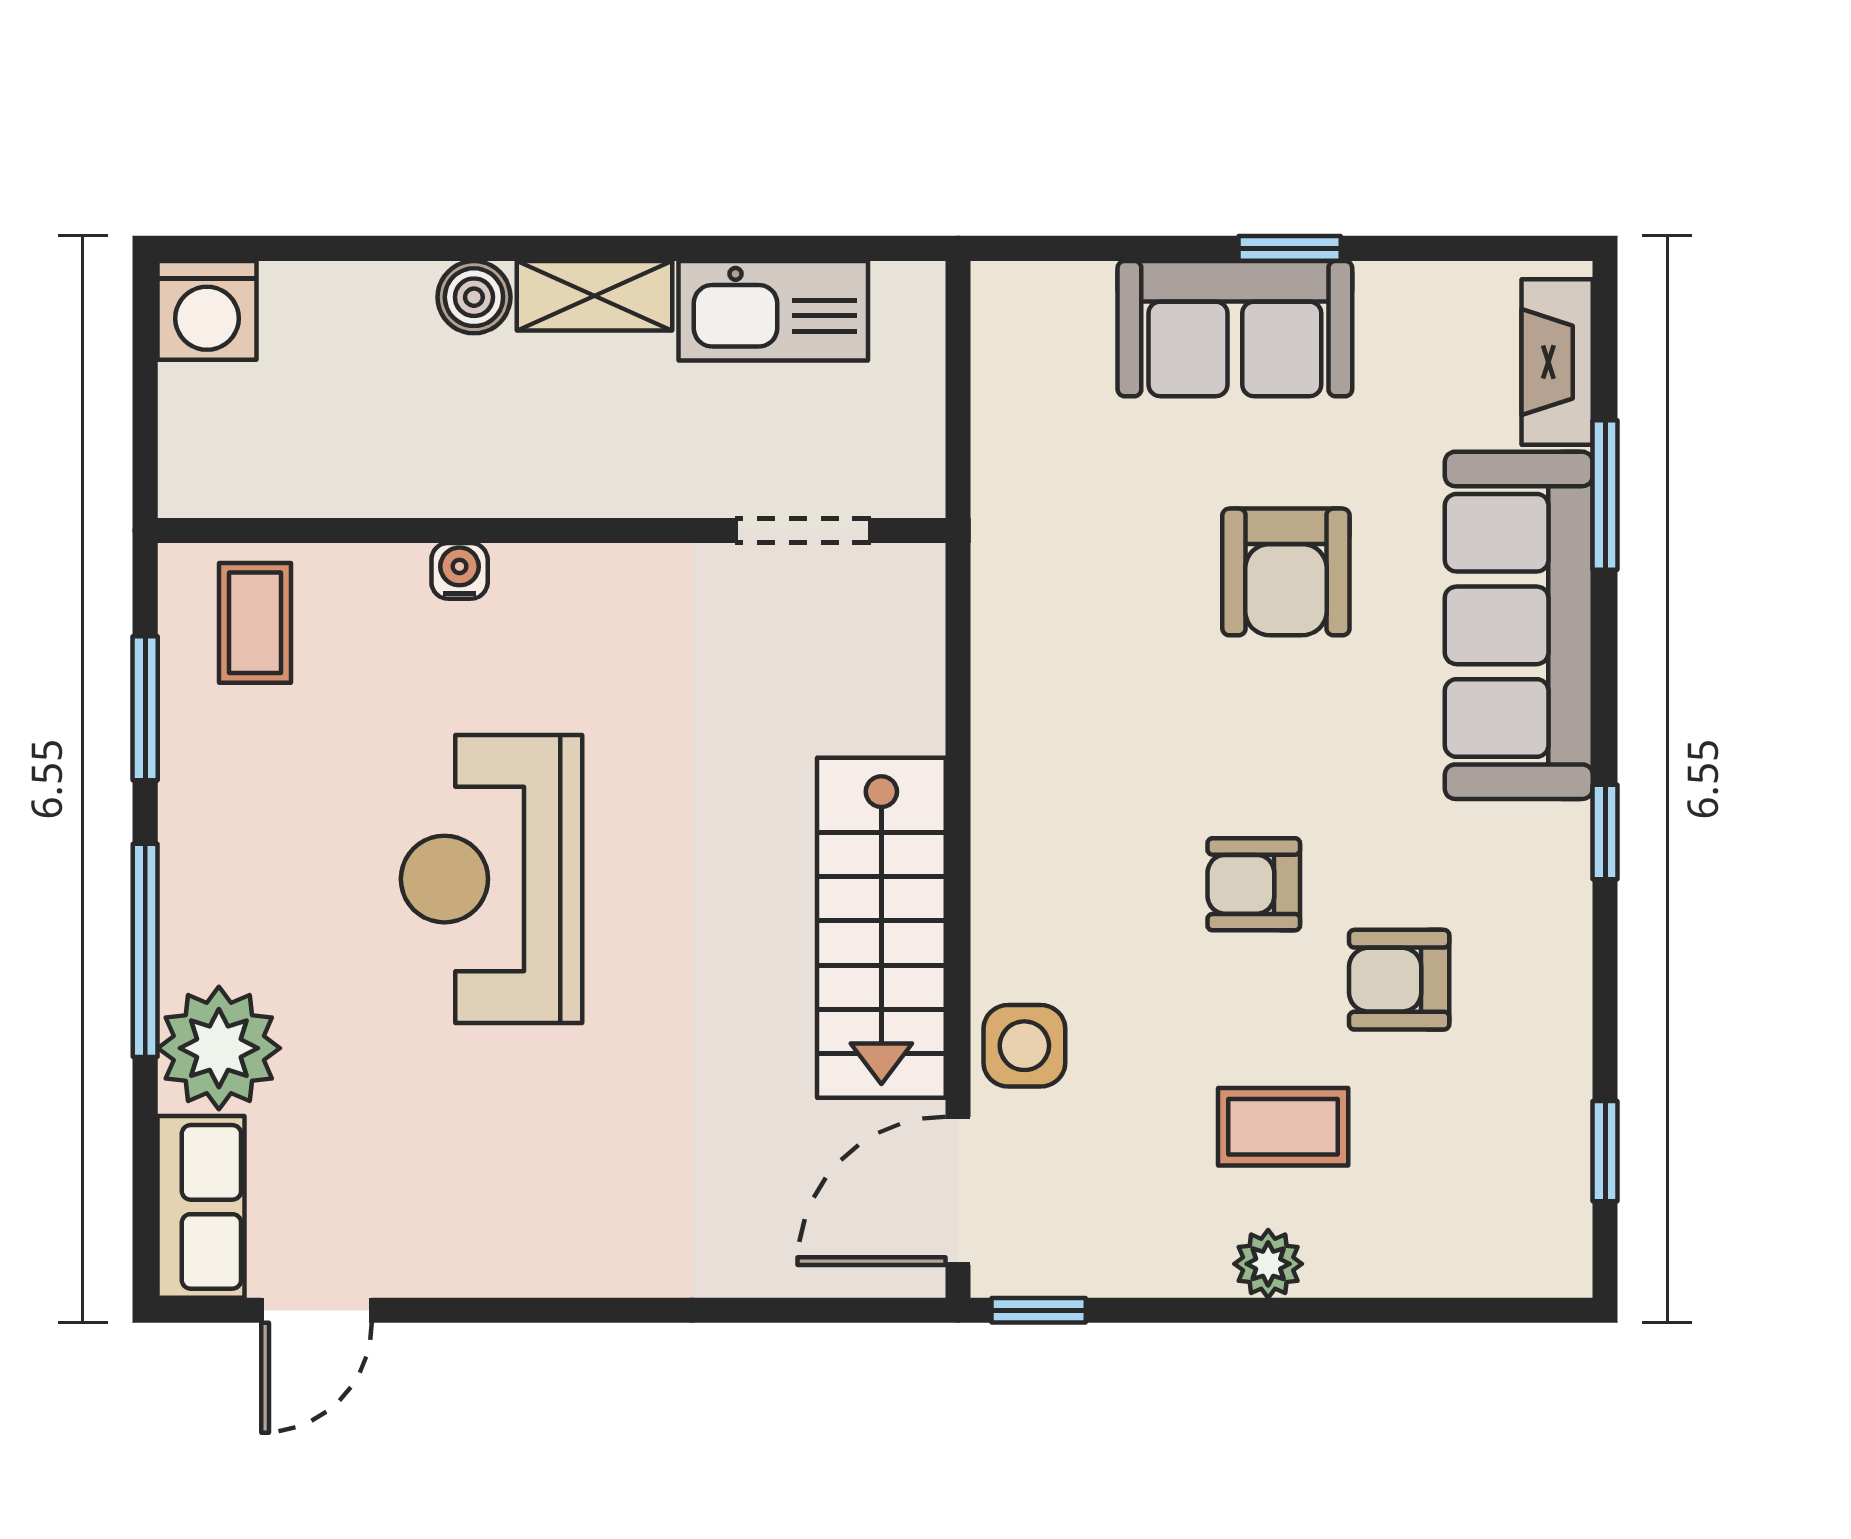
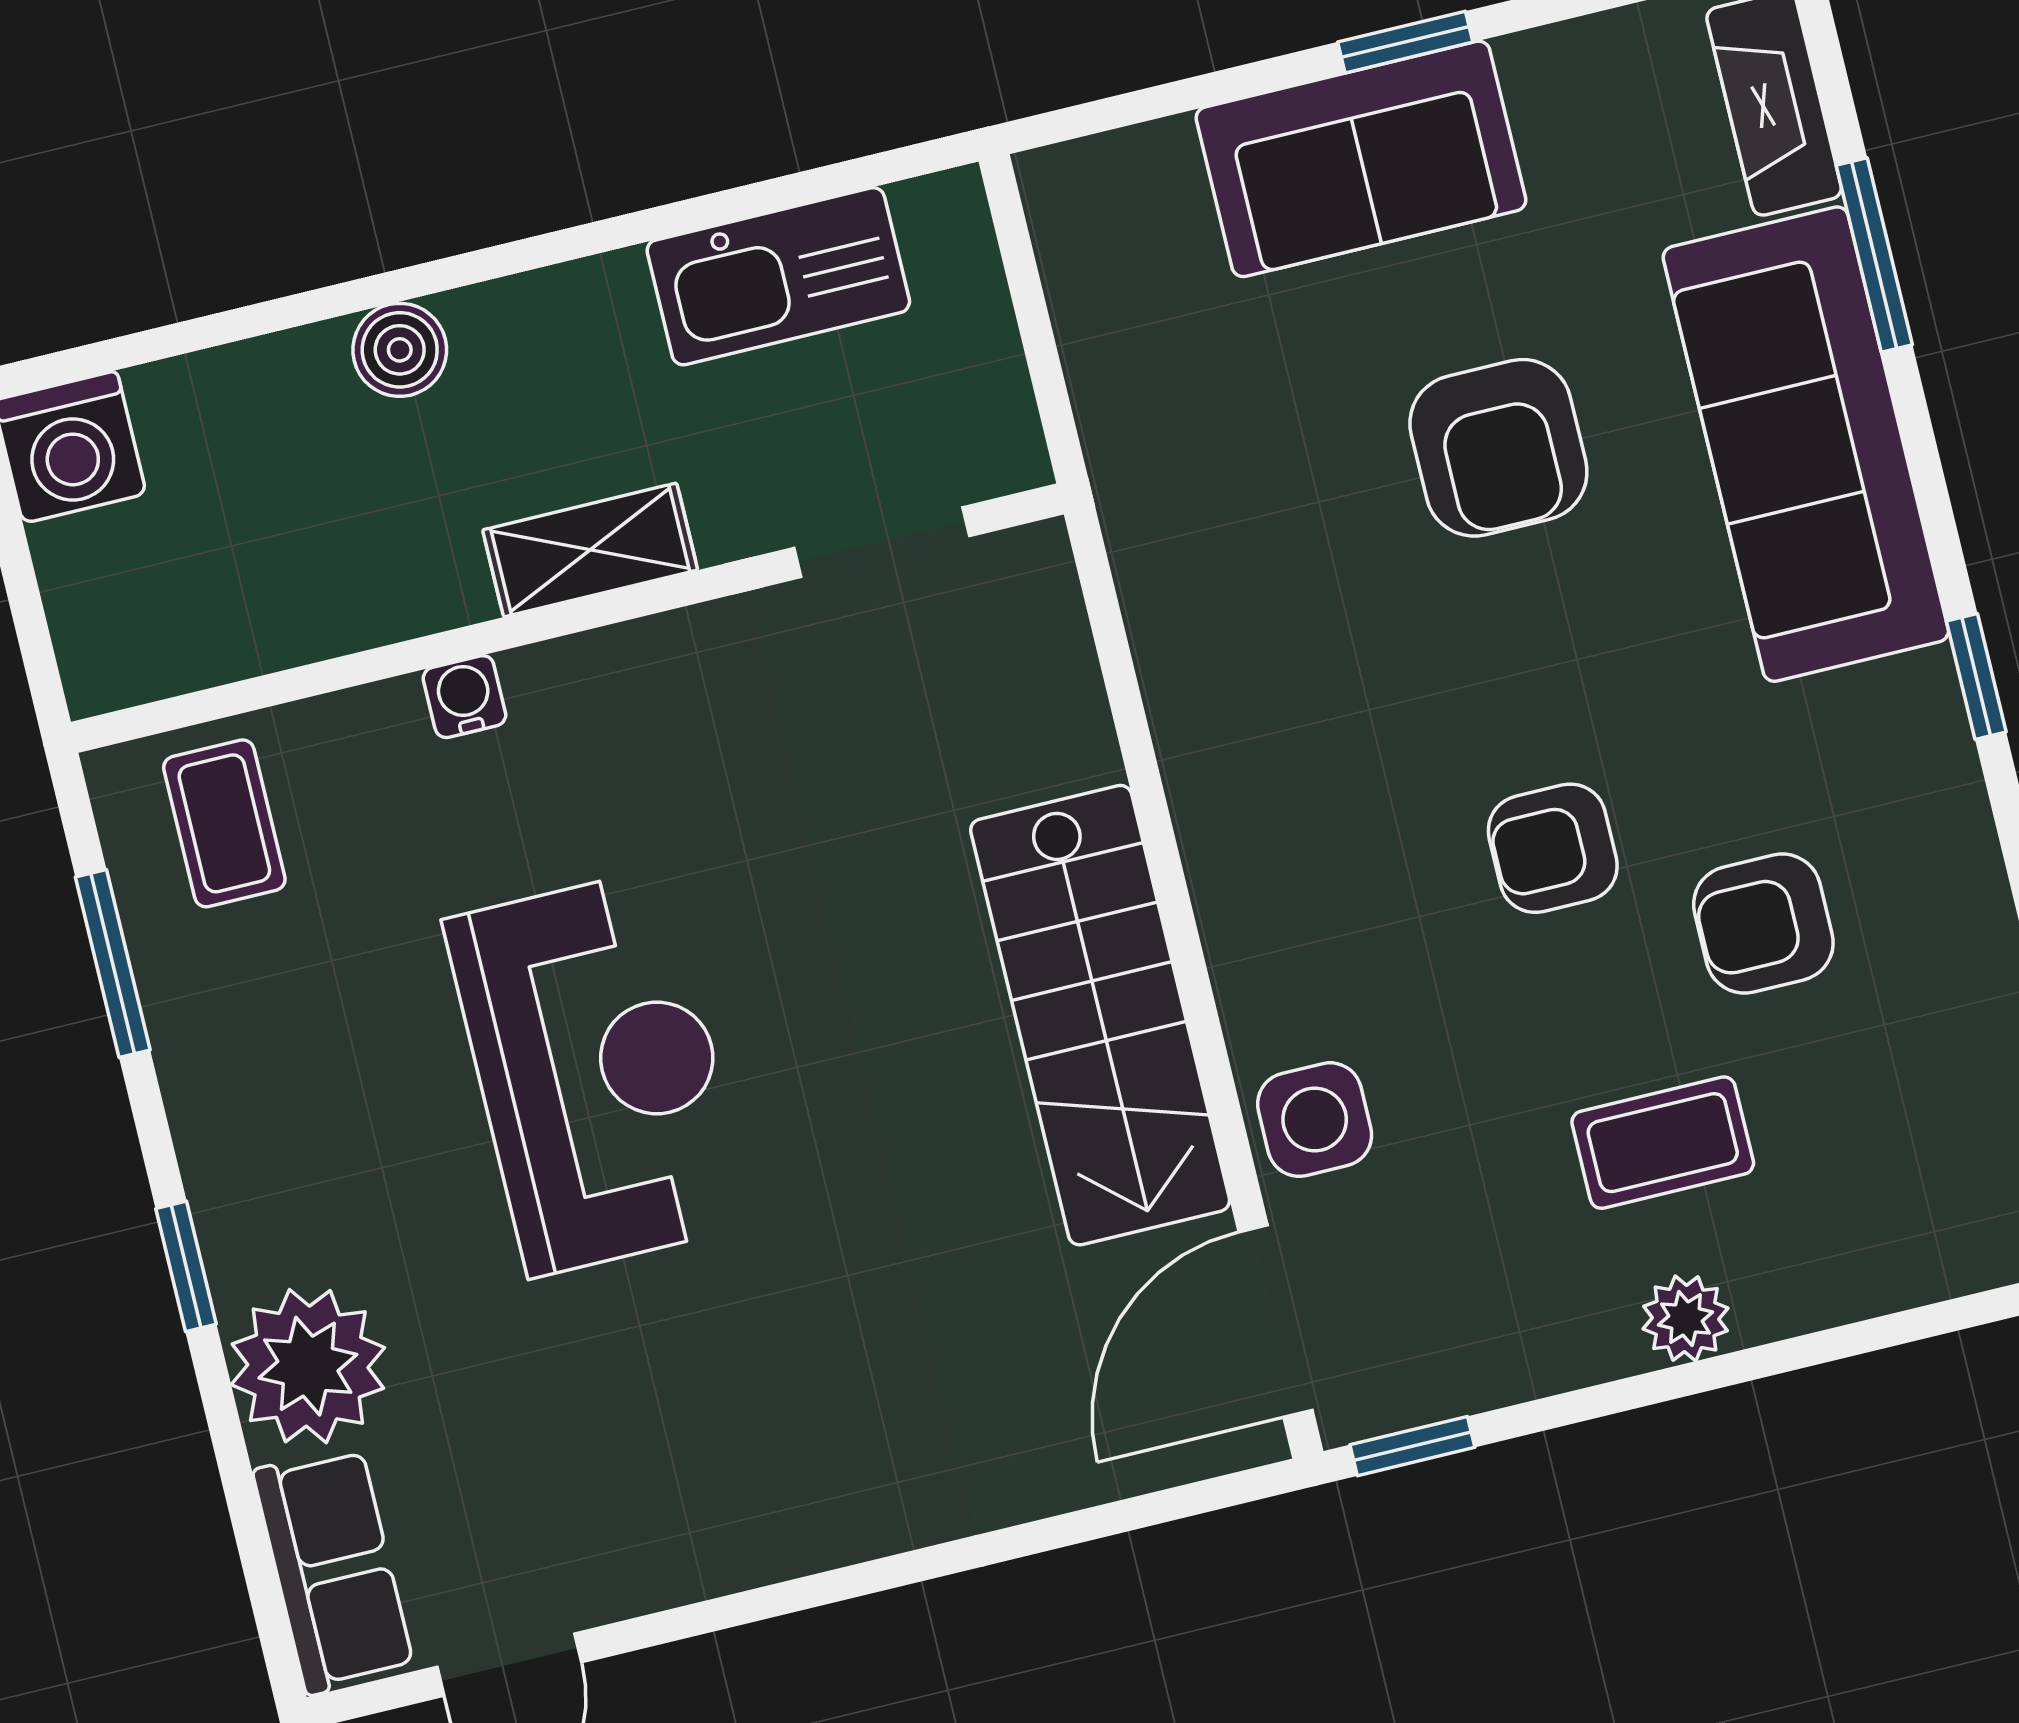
shelving: (594, 296) -> (590, 550), moved
reception desk: (492, 879) -> (598, 1072), turned 180
window: (145, 950) -> (186, 1266), width x0.46

